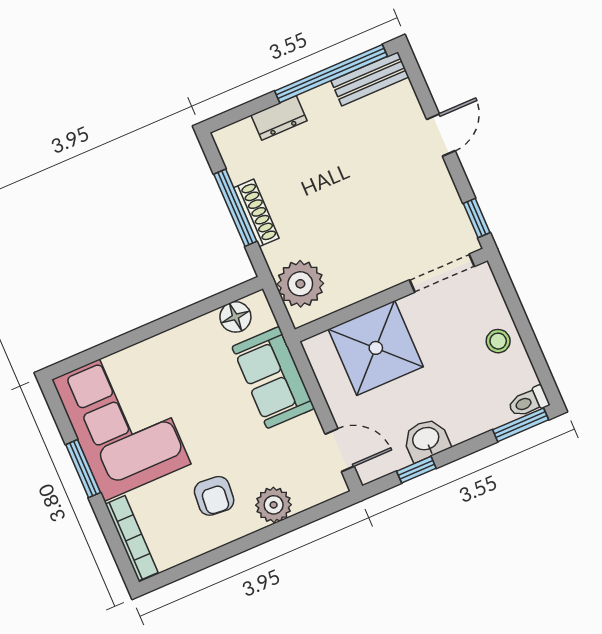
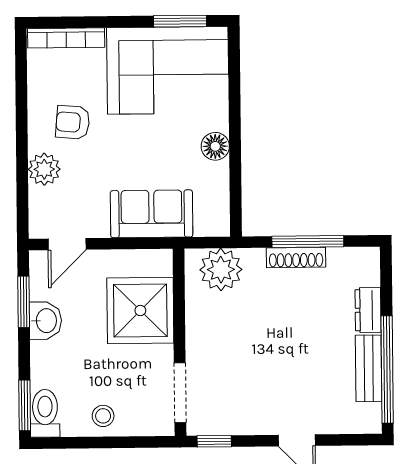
bench: (370, 79) -> (369, 368), moved
floor lamp: (235, 317) -> (215, 146), moved
toilet: (528, 402) -> (45, 413), width x1.37, depth x1.39
window: (83, 469) -> (180, 21), moved
window: (416, 470) -> (24, 302), width x1.50

